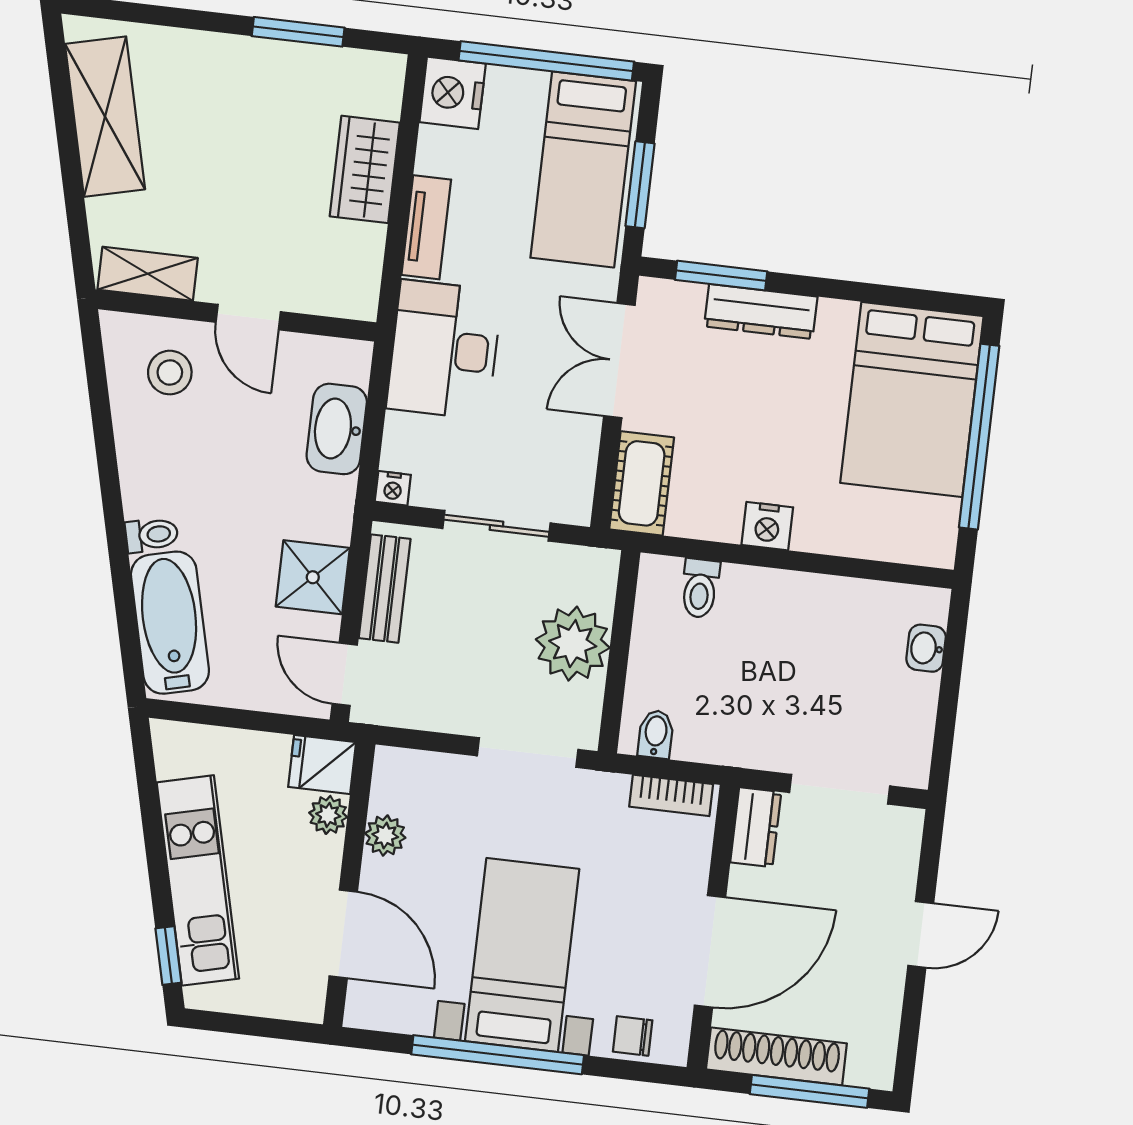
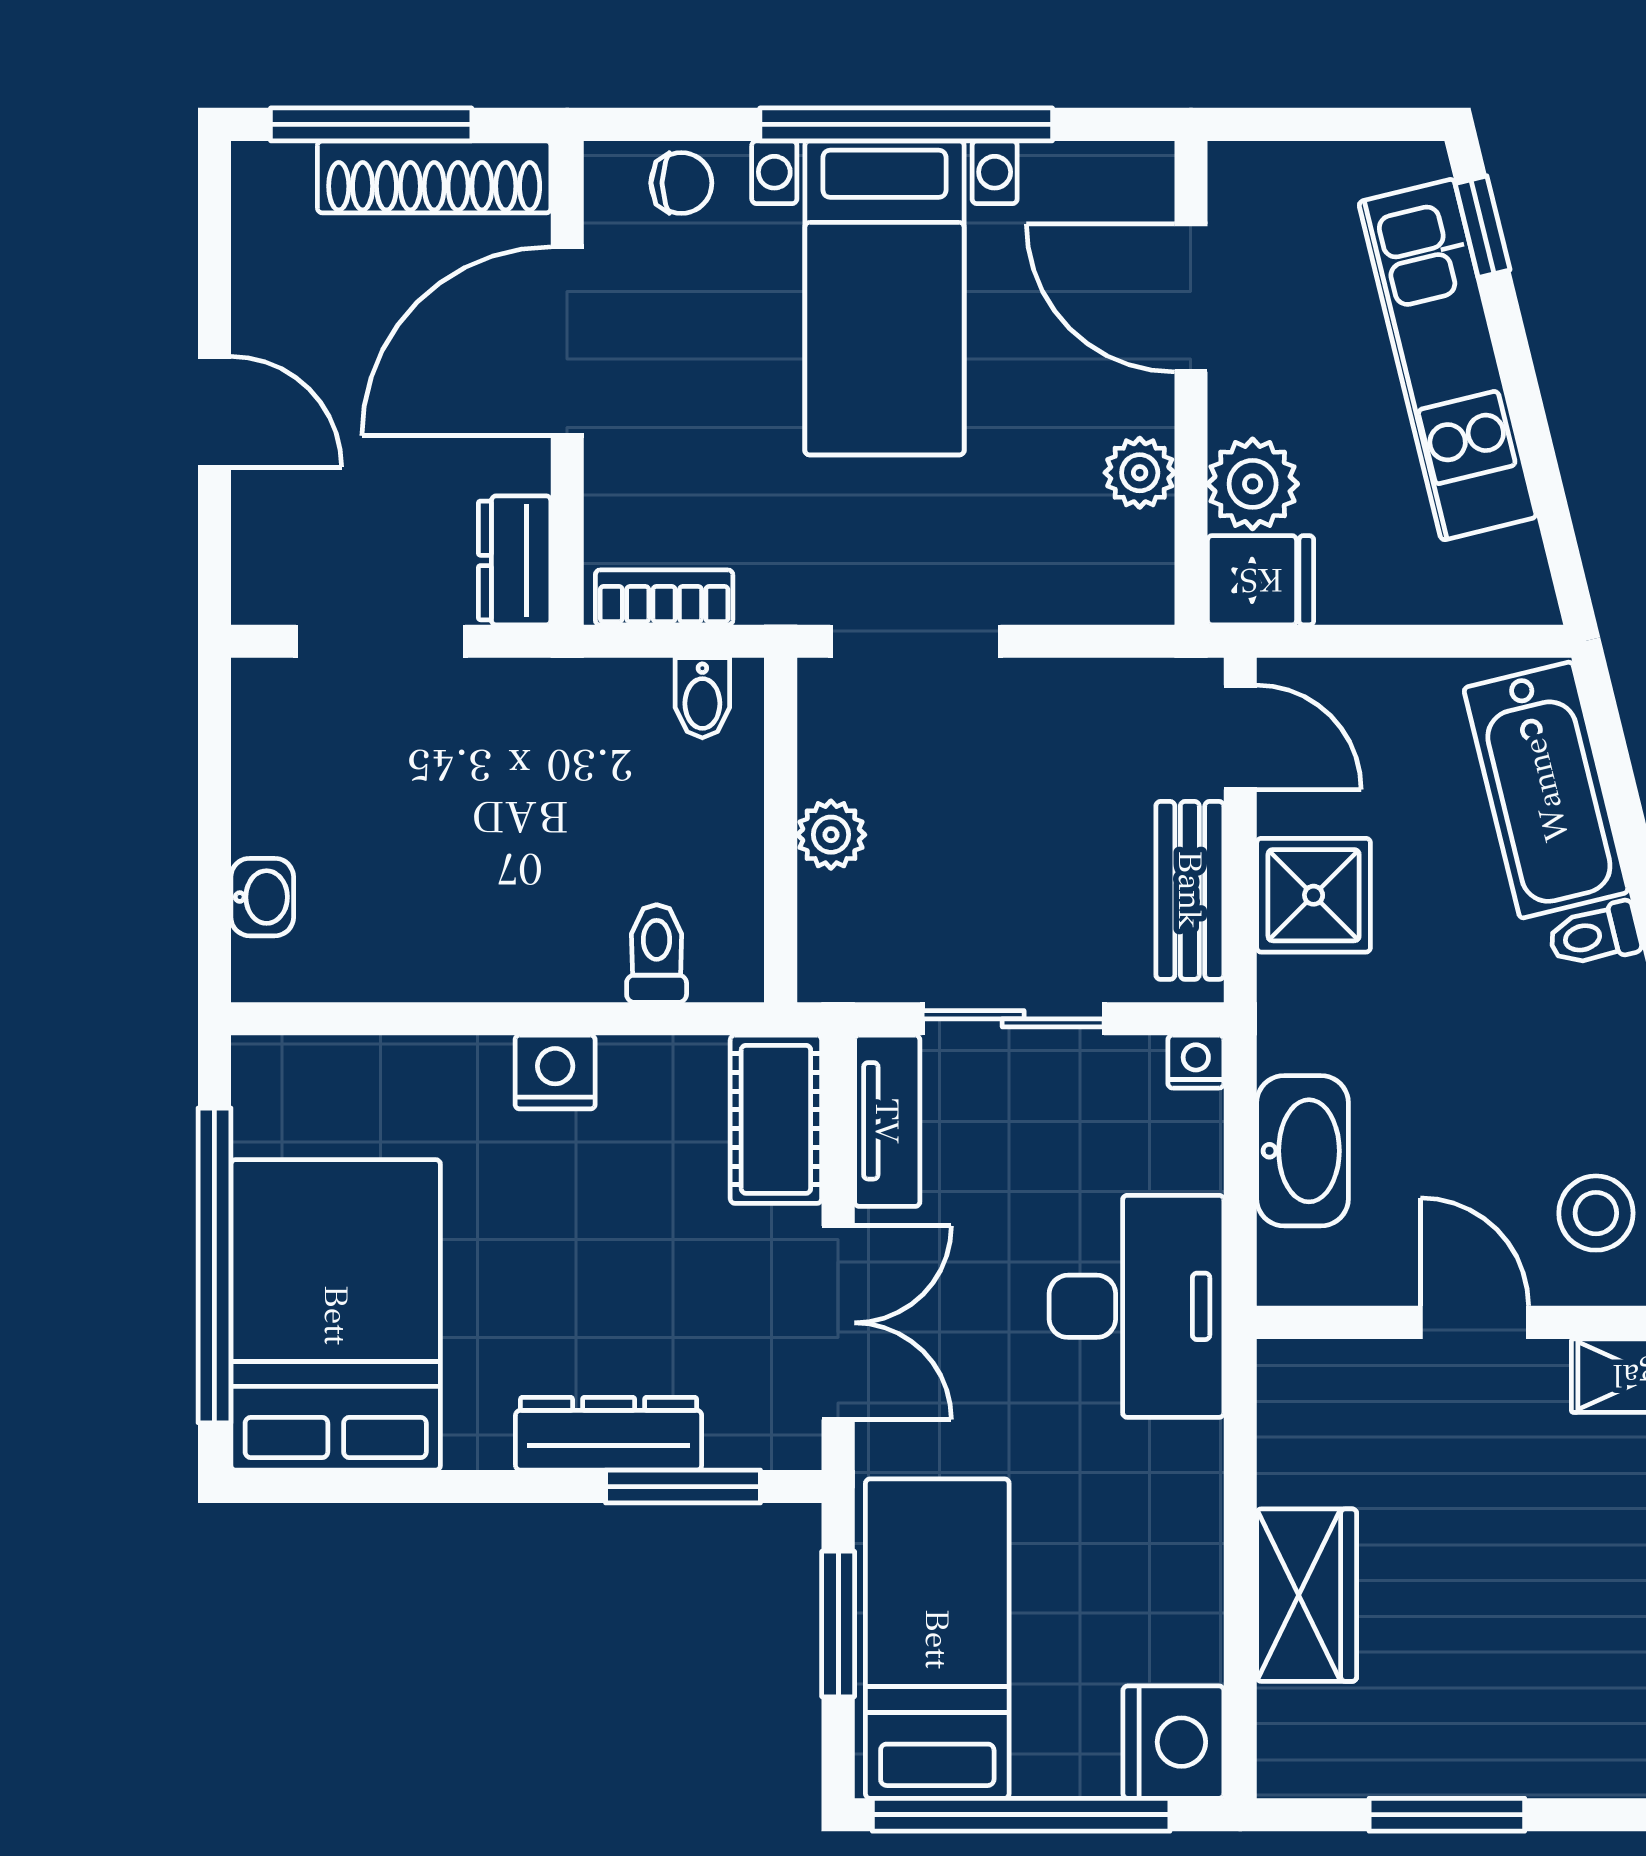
tv unit: (426, 227) -> (887, 1121), moved, turned 180
plant: (573, 644) -> (831, 835), width x0.53, depth x0.53
plant: (328, 815) -> (1253, 484), width x1.38, depth x1.38
door: (921, 935) -> (214, 412), swing flipped

